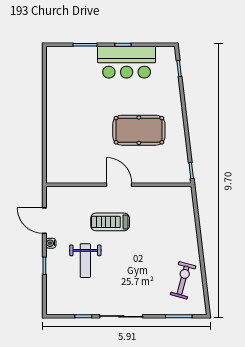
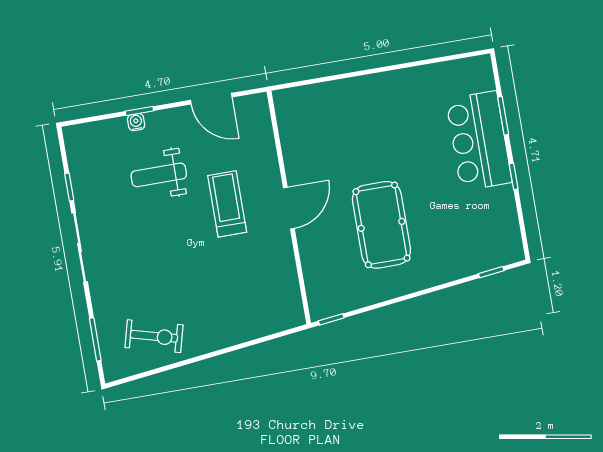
bar counter: (127, 62) -> (479, 141), moved
door: (44, 221) -> (211, 99), swing flipped
water cooler: (51, 243) -> (136, 122), moved

